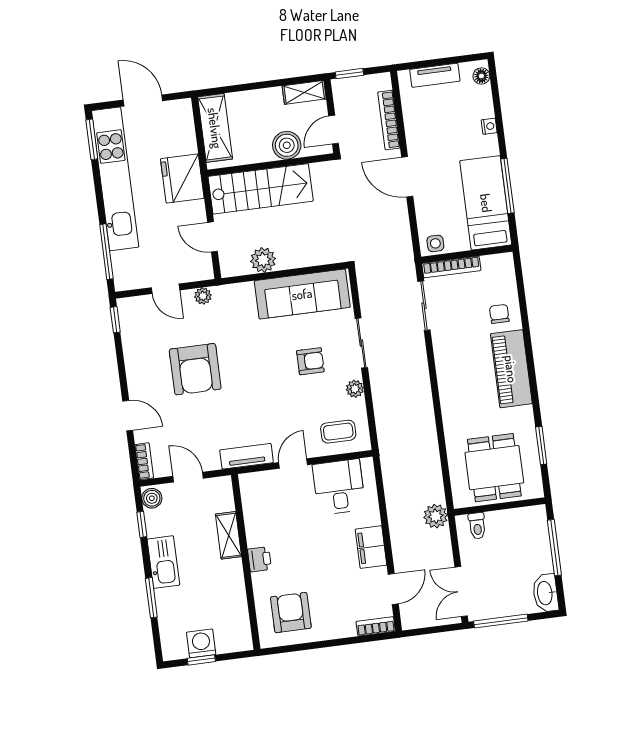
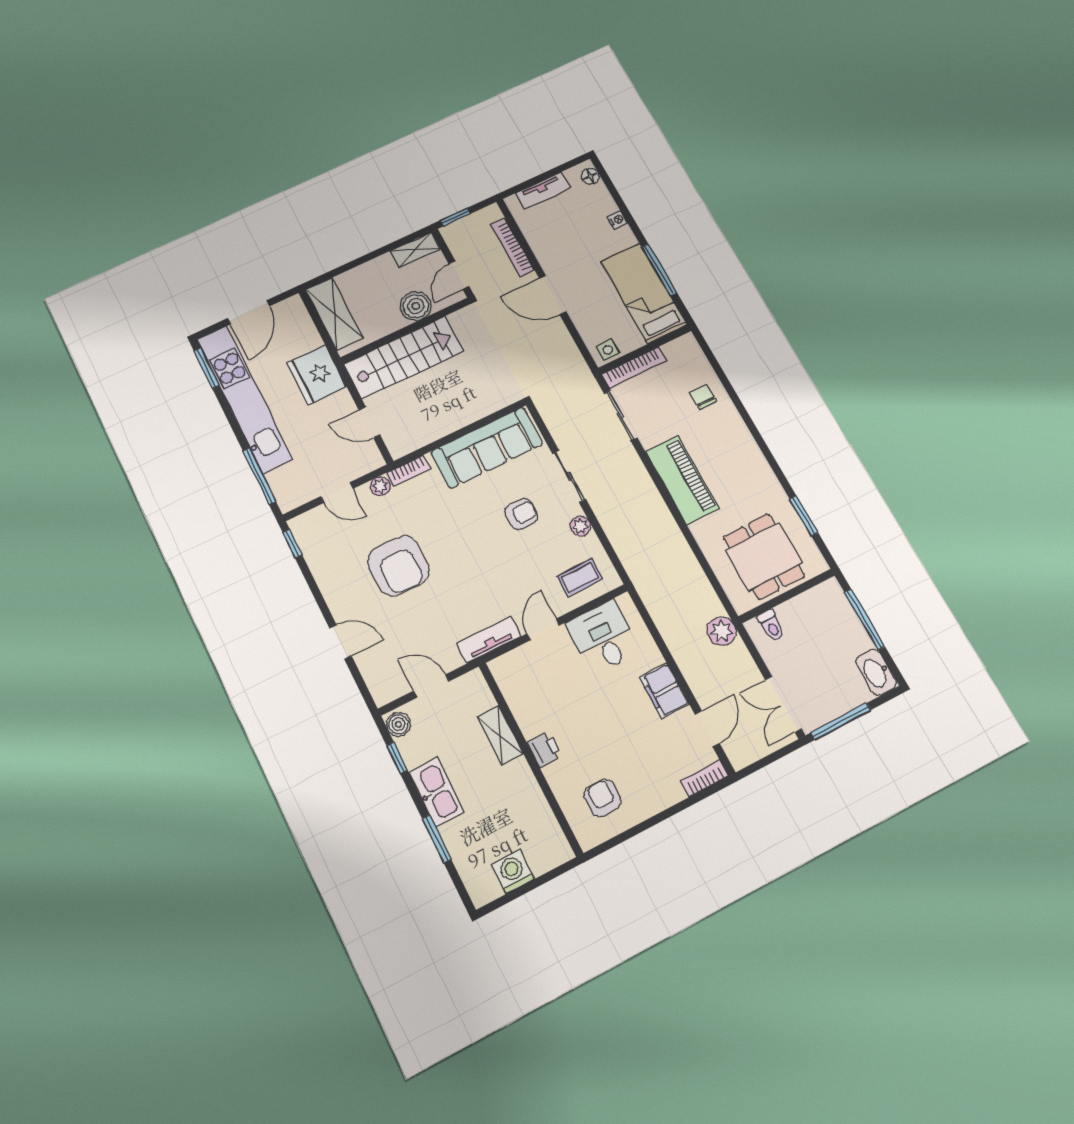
door: (143, 100) -> (249, 312), swing flipped
plant: (263, 260) -> (432, 427), removed
piano: (511, 369) -> (682, 480), moved, turned 180
bookcase: (144, 461) -> (409, 471), moved, turned 90
armchair: (291, 613) -> (603, 798), width x0.72, depth x0.72
window: (201, 660) -> (520, 892), removed

